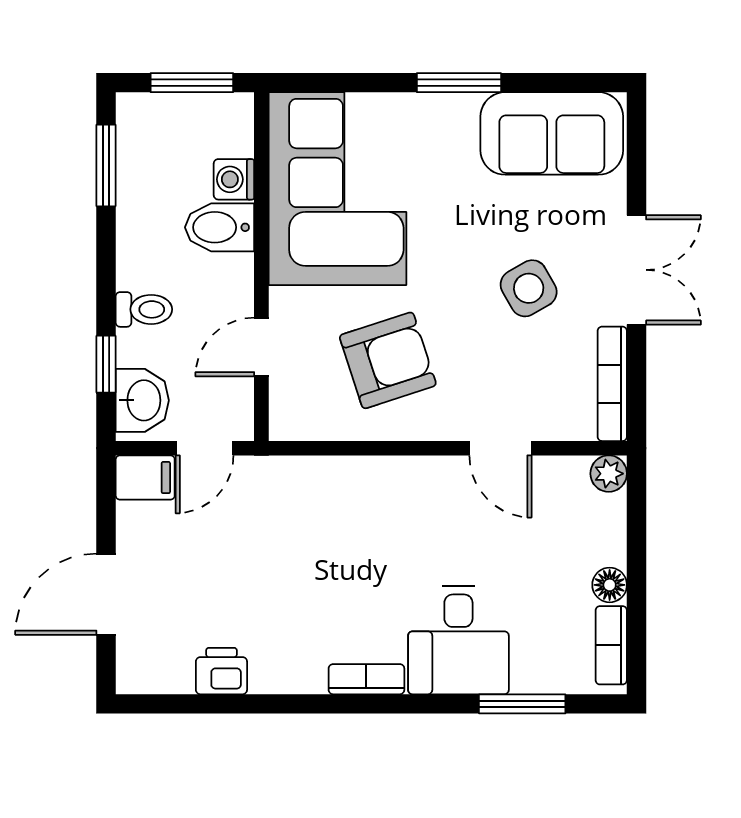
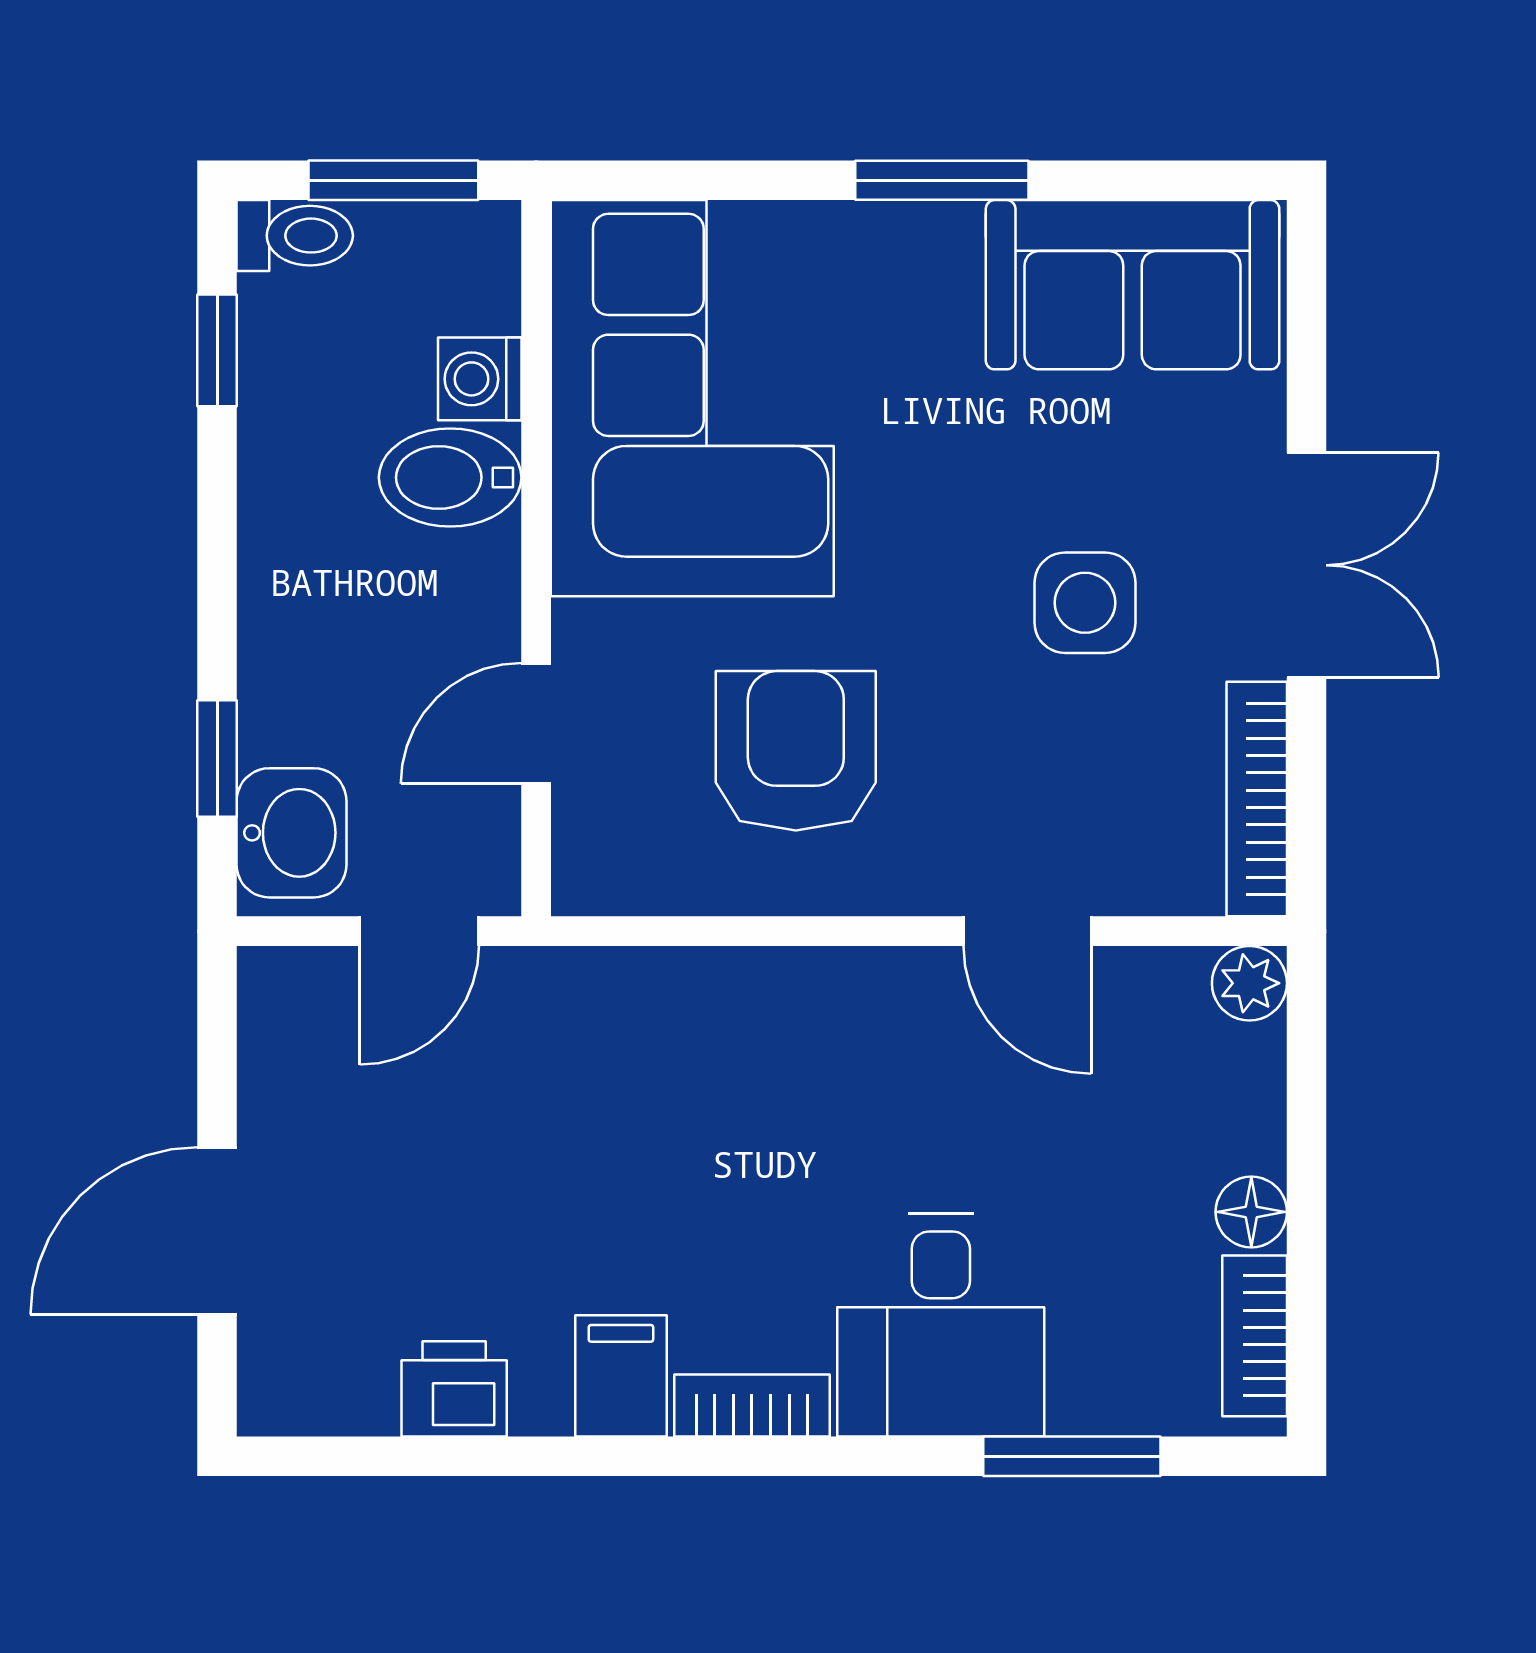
window: (106, 165) -> (217, 350), width x0.67
side table: (529, 288) -> (1085, 603), turned 30
toilet: (144, 309) -> (295, 236), moved
armchair: (388, 360) -> (796, 751), turned -72
filing cabinet: (145, 478) -> (621, 1376), moved, turned -90

